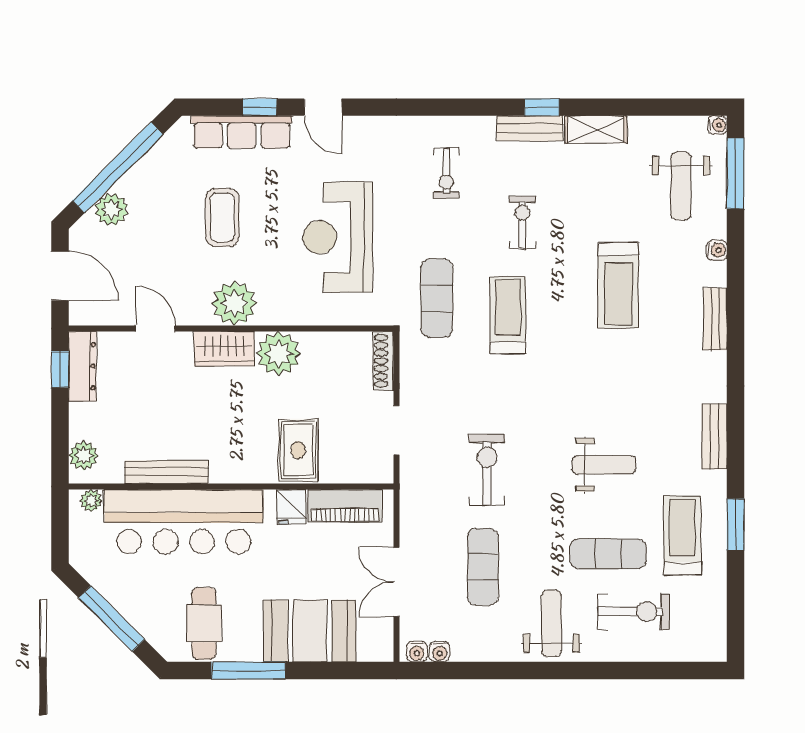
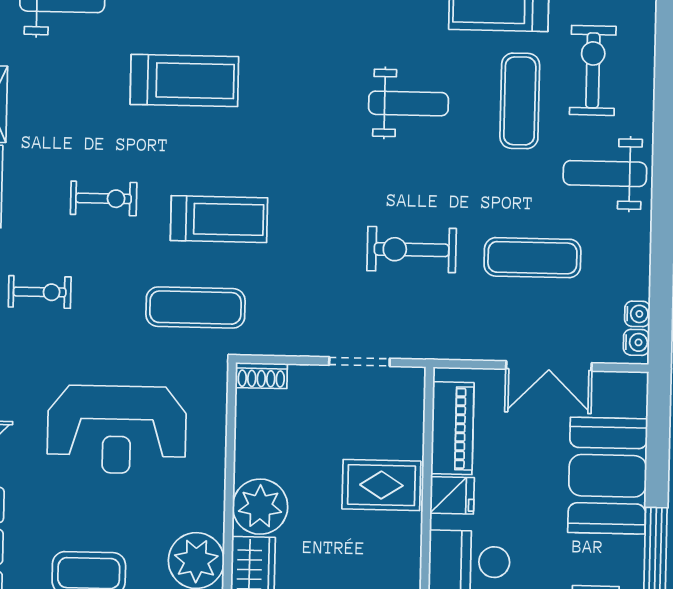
exercise bike: (522, 223) -> (104, 198), turned 180
treadmill: (508, 315) -> (219, 219), turned 180
shoe rack: (383, 361) -> (261, 376), width x0.70
weight bench: (604, 465) -> (408, 103), turned 90

